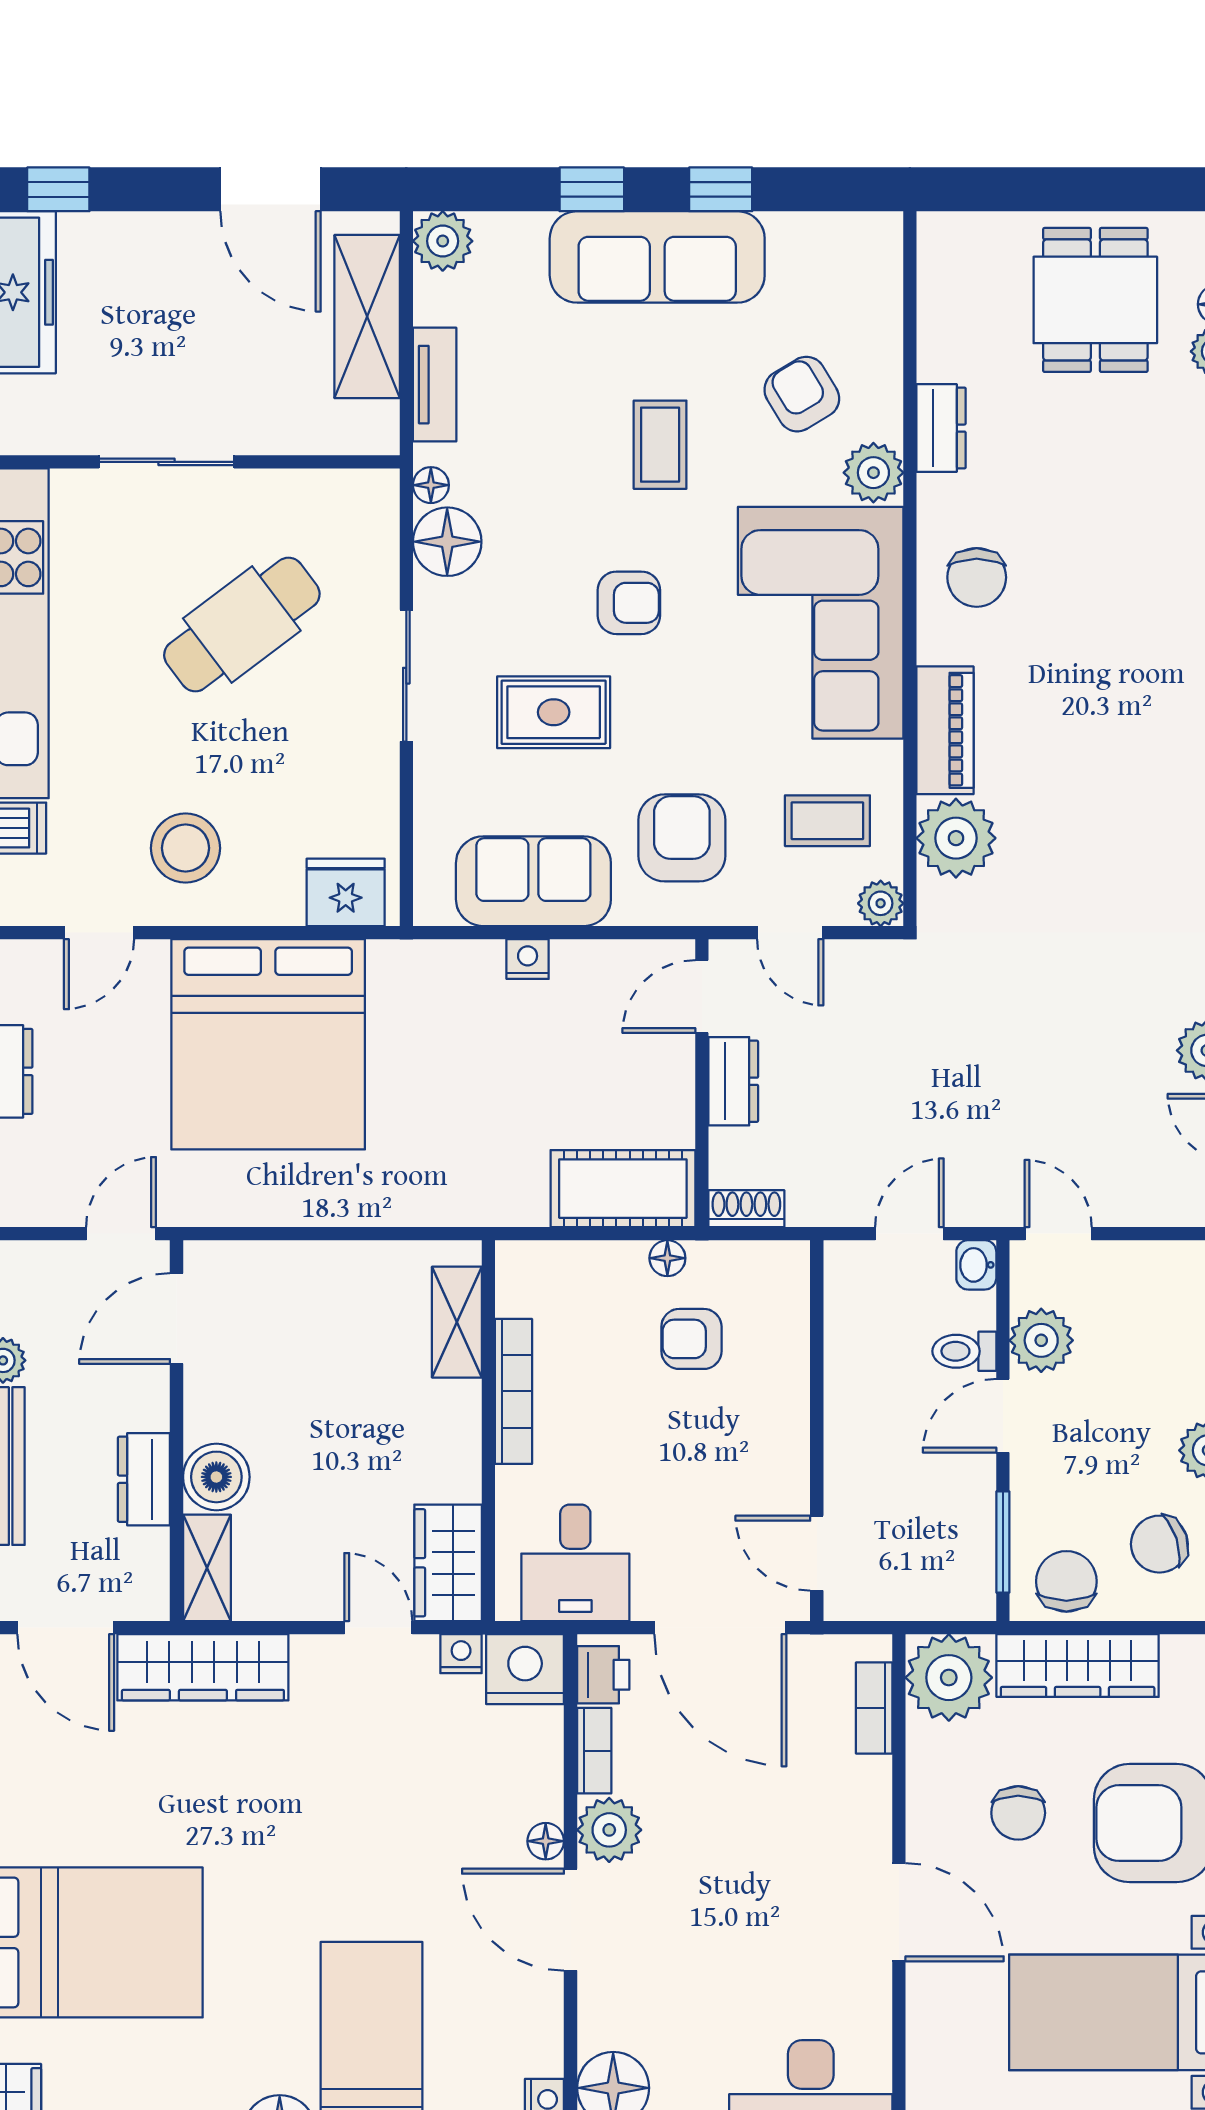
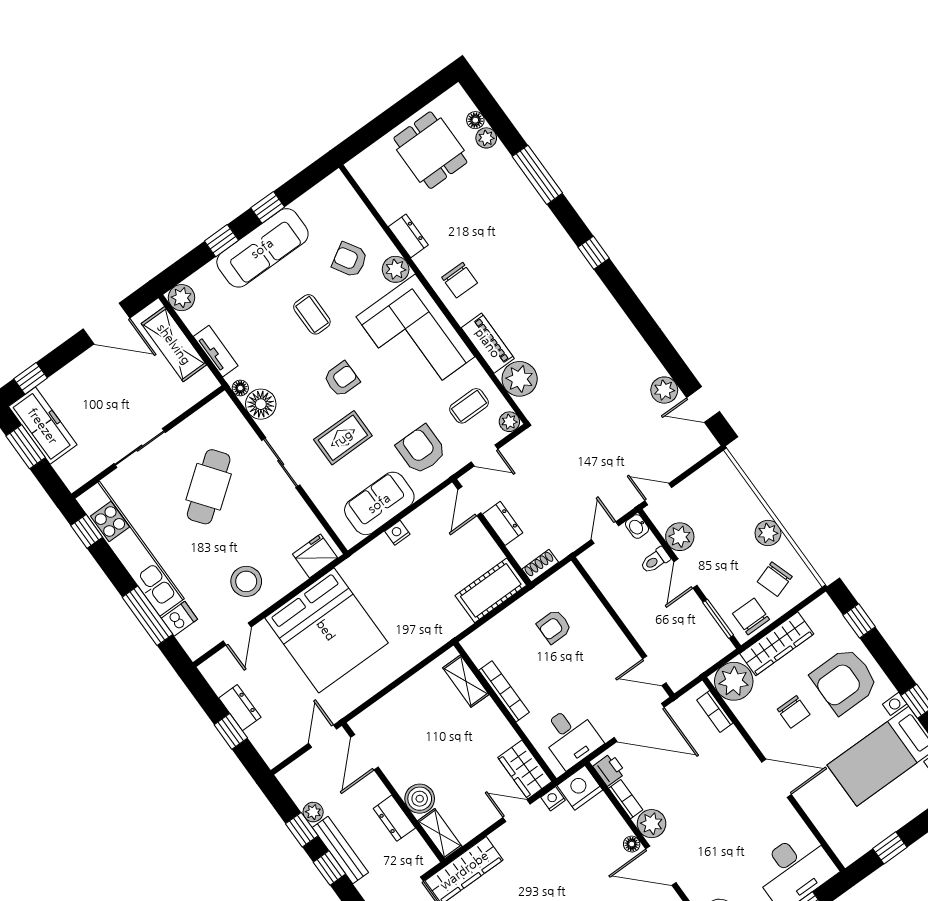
floor lamp: (667, 1258) -> (525, 604), removed

